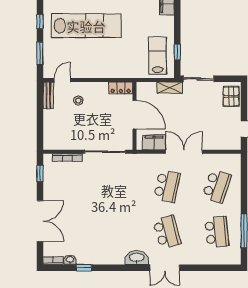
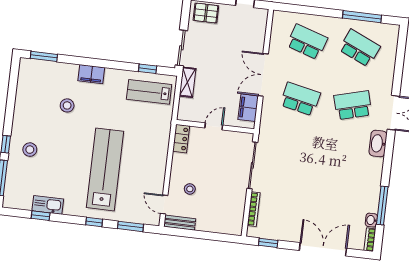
door: (134, 115) -> (214, 126), width x0.53
school desk: (217, 232) -> (360, 48), turned 30
window: (84, 268) -> (382, 205), width x2.17

